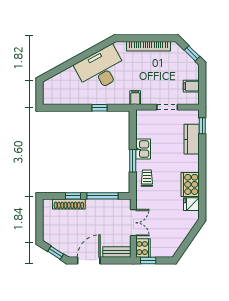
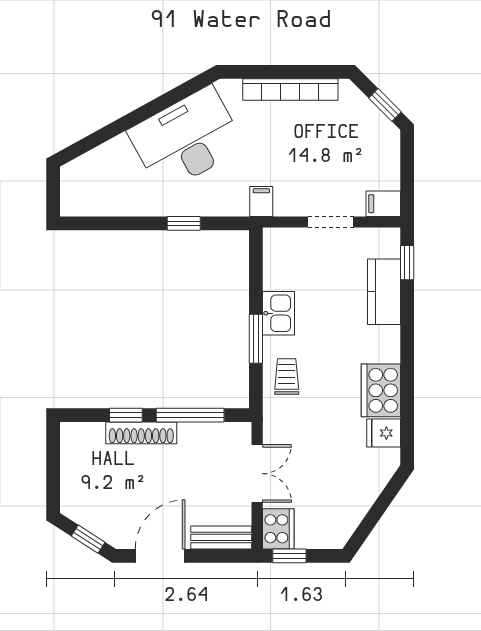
filing cabinet: (191, 86) -> (383, 204), moved
shoe rack: (69, 204) -> (141, 433), moved

